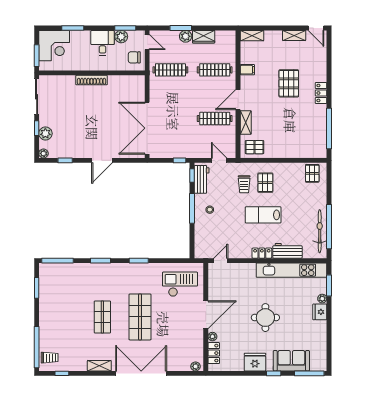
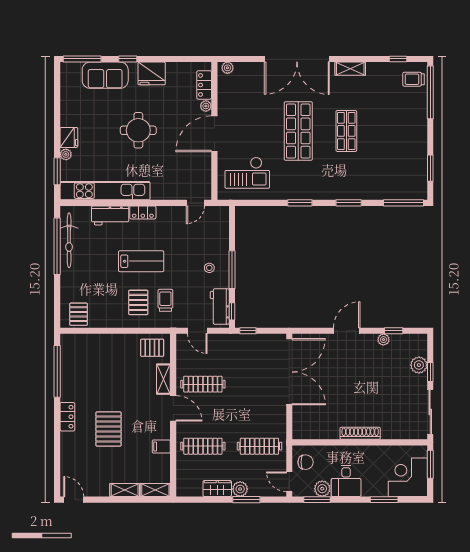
shelving: (294, 35) -> (125, 490), moved
door: (238, 100) -> (173, 408), hinge flipped
plant: (43, 153) -> (383, 340), moved

